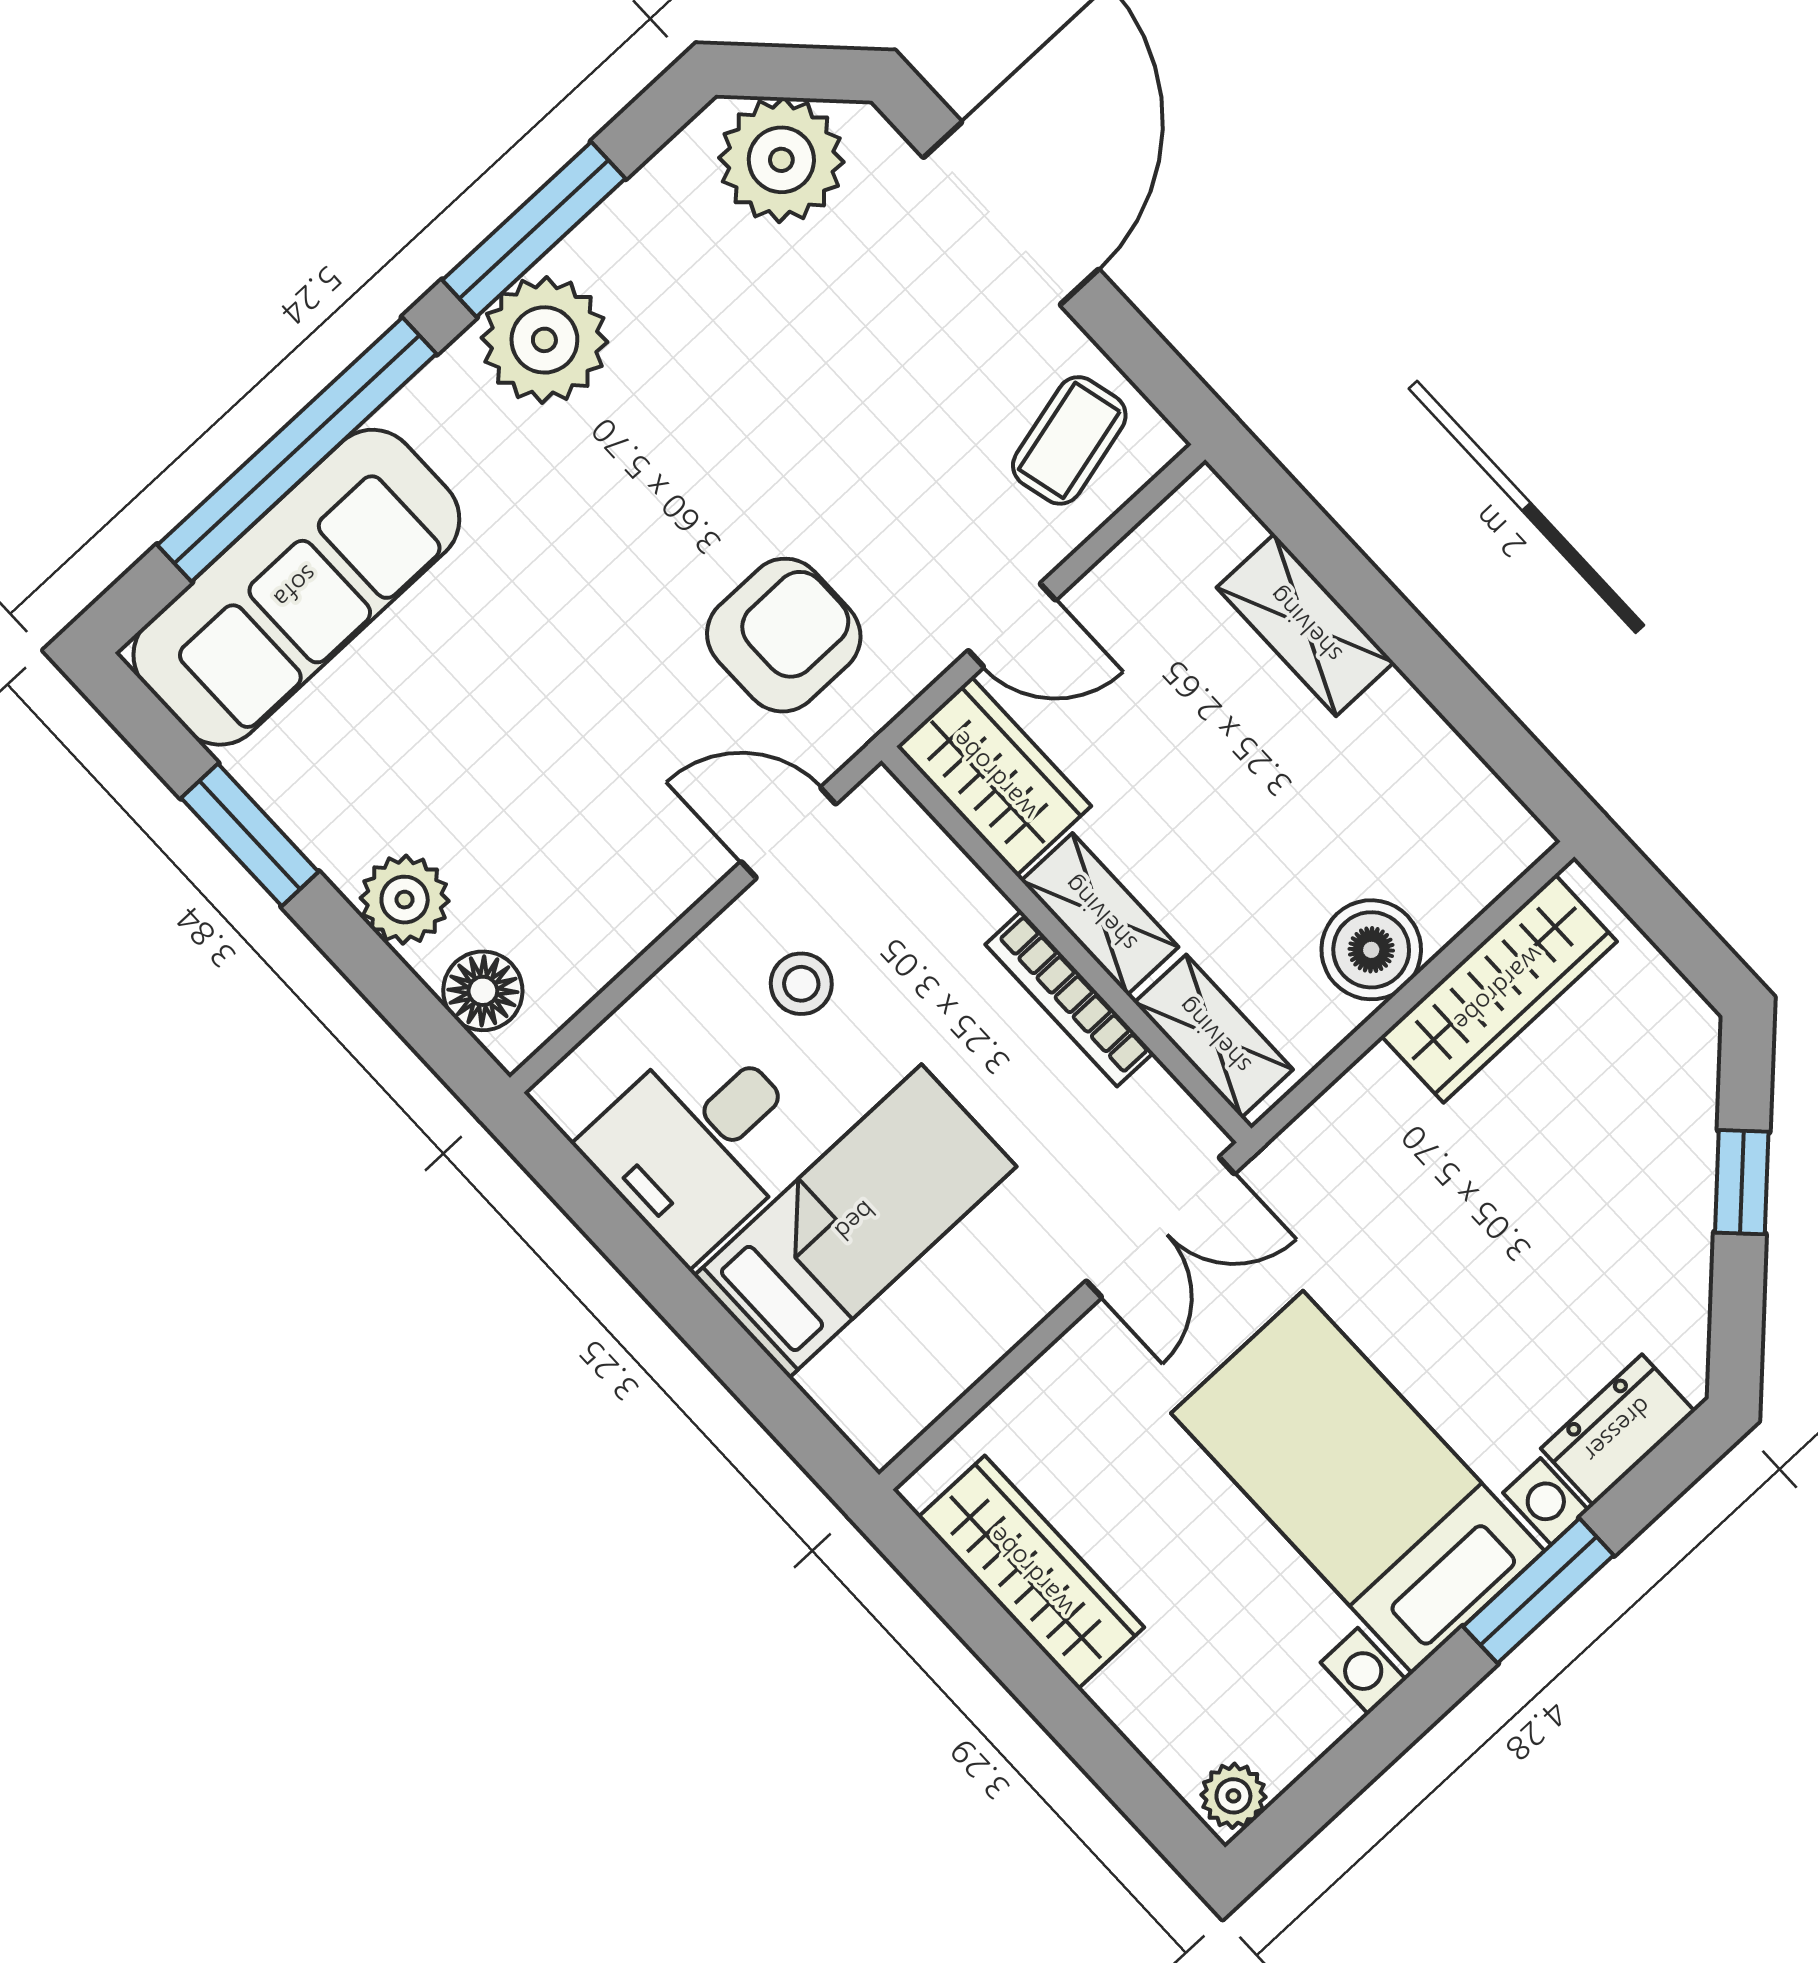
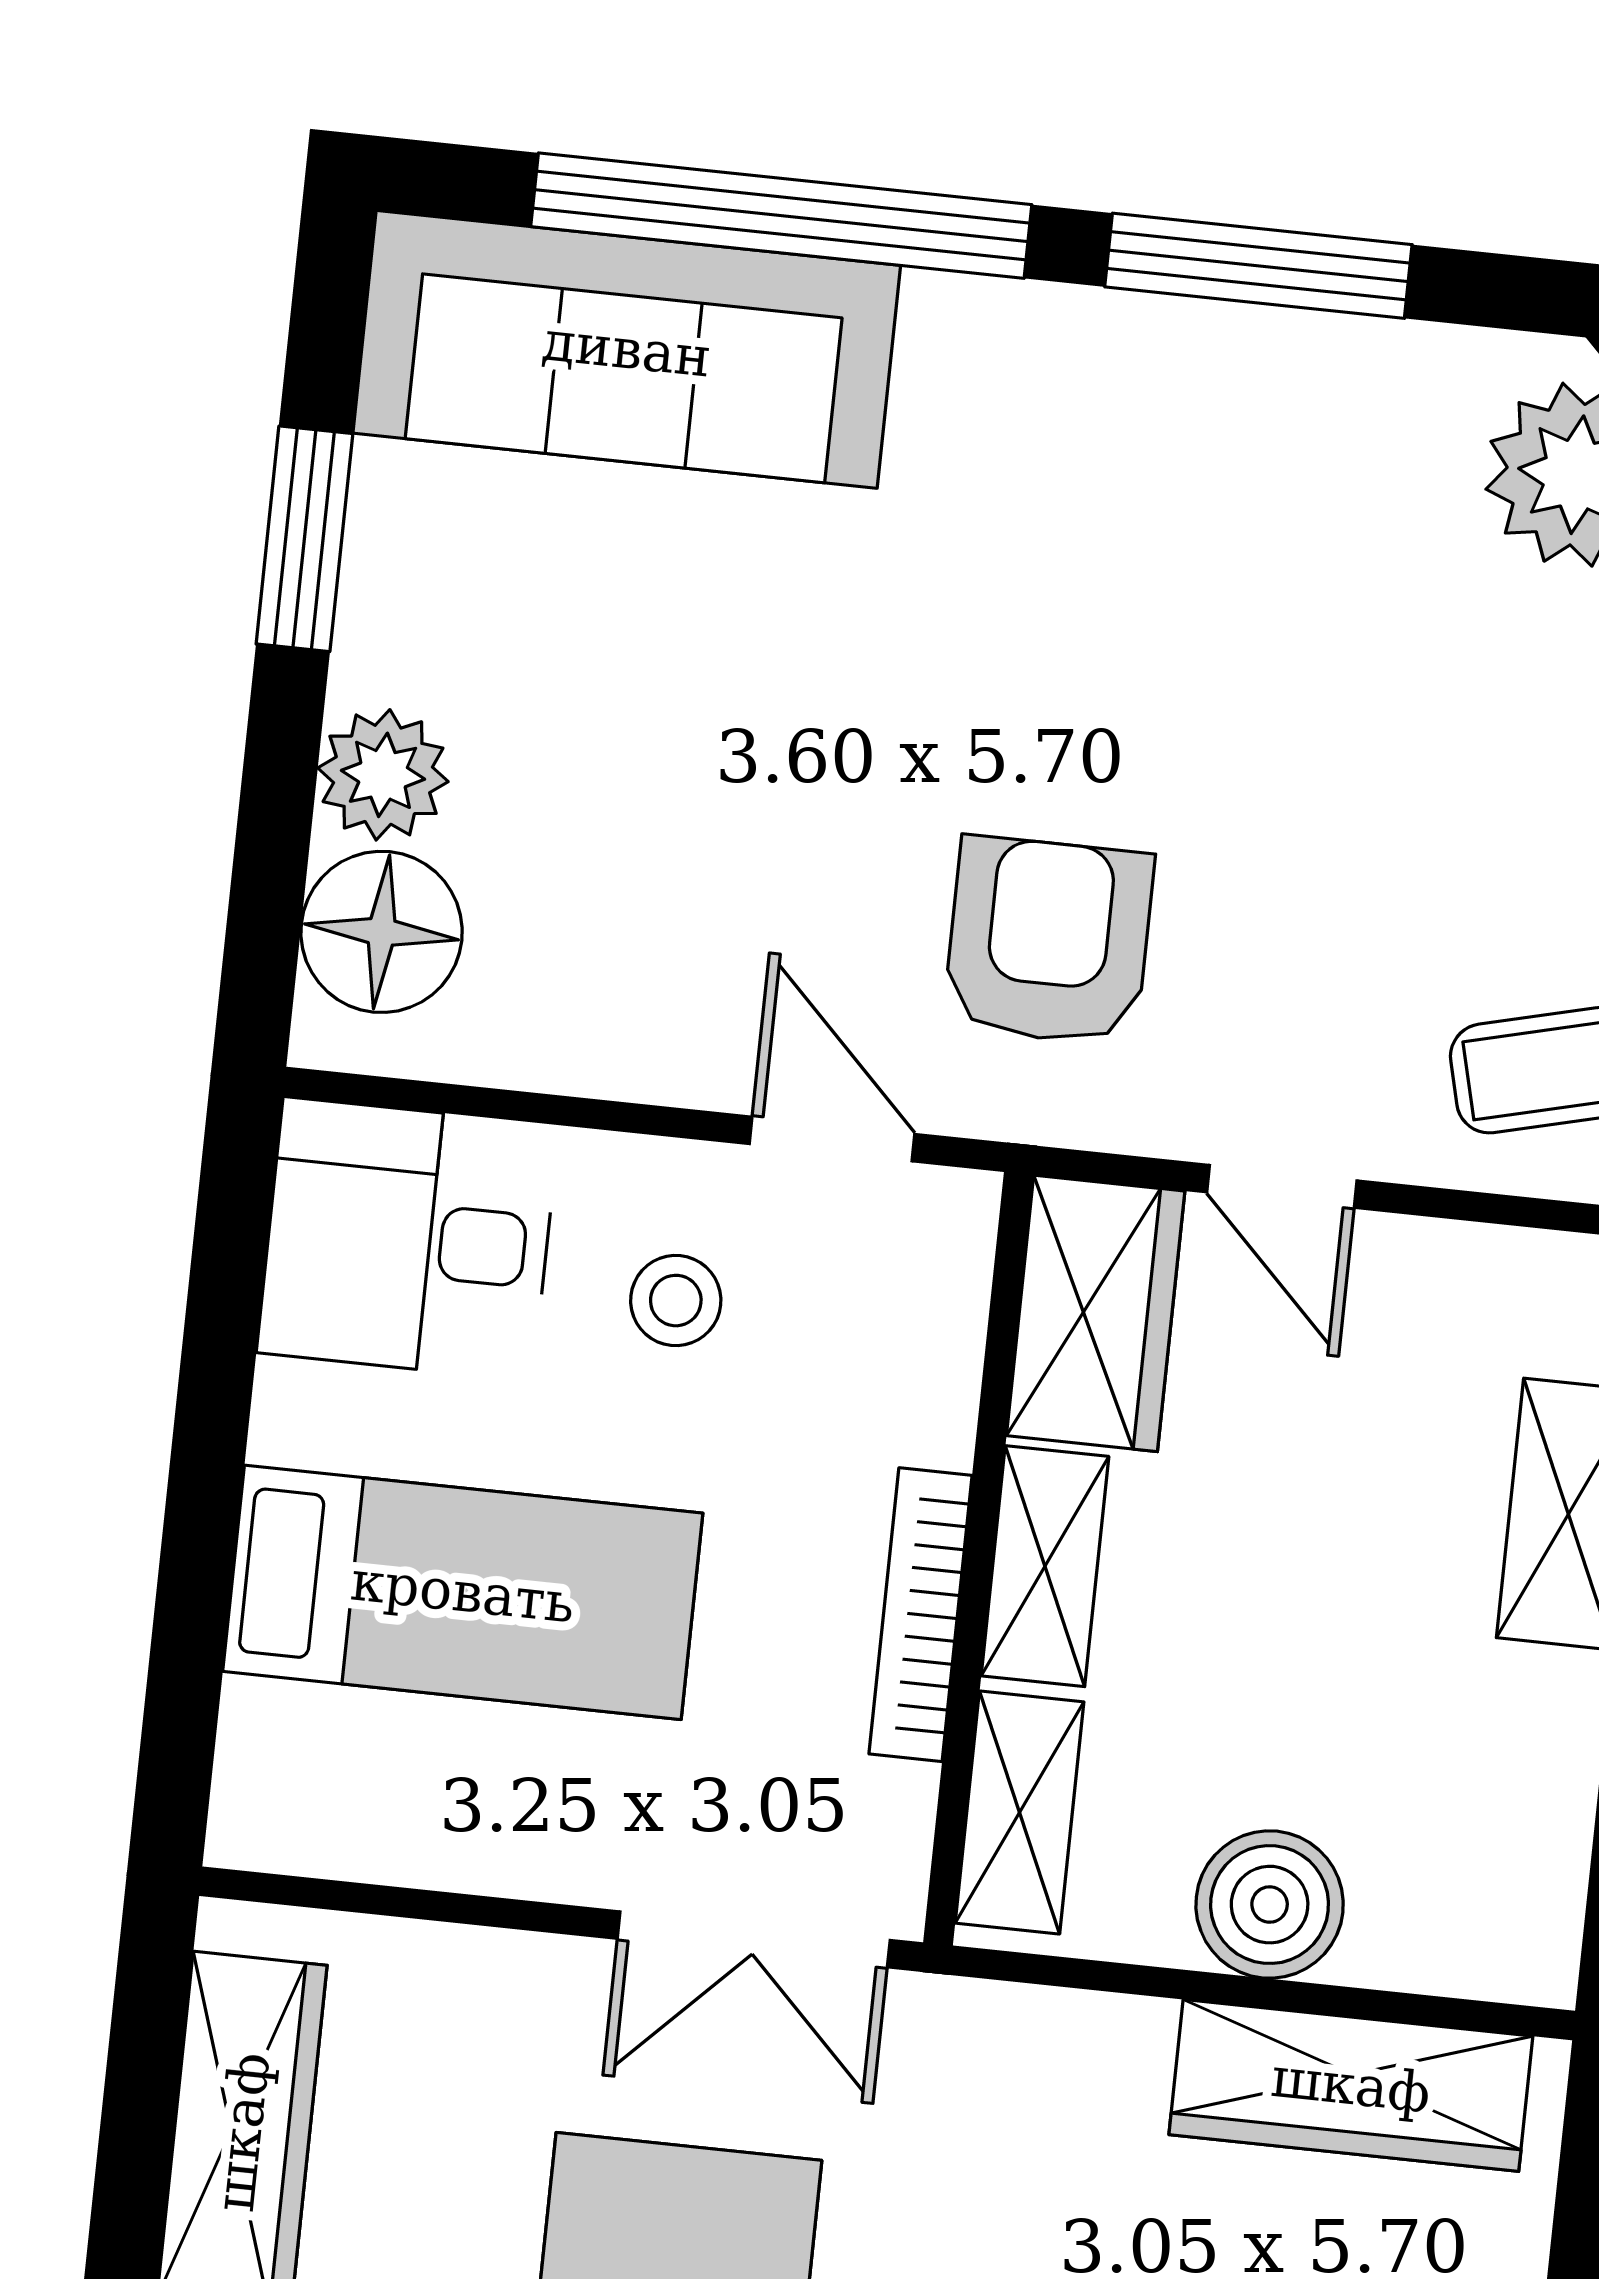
plant: (544, 340) -> (1145, 385), removed
armchair: (784, 635) -> (1049, 941), turned -90
floor lamp: (483, 991) -> (382, 932), width x1.38, depth x1.38
desk: (699, 1144) -> (408, 1239), moved

